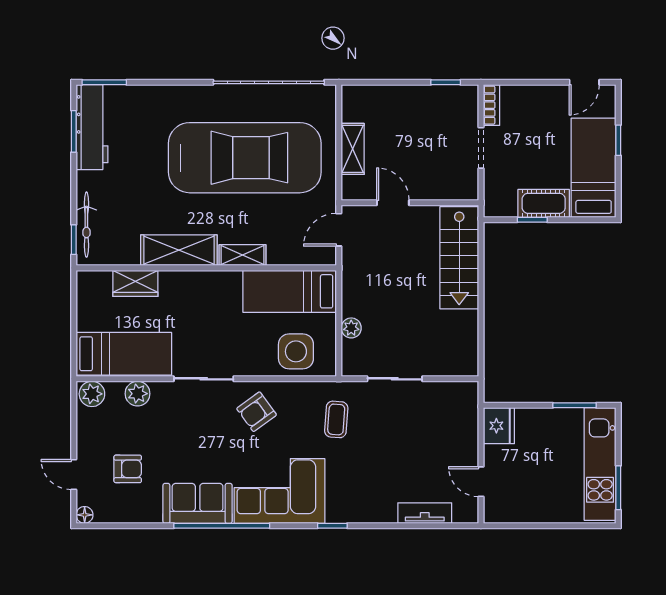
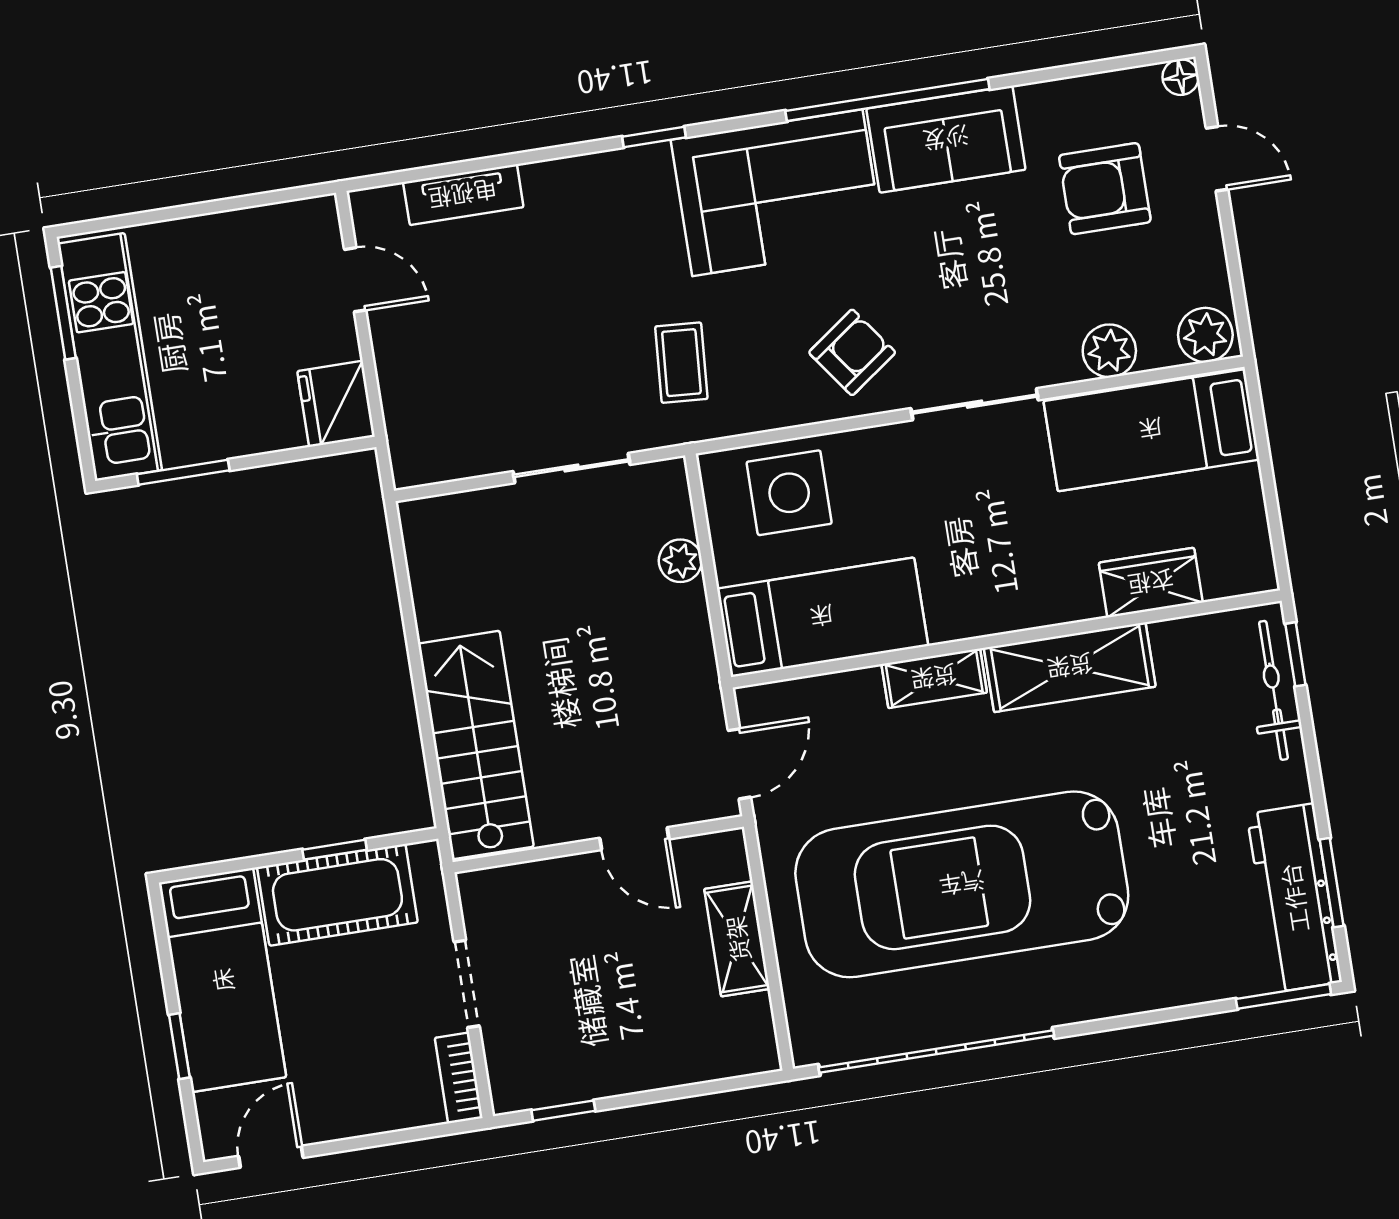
cot: (544, 203) -> (337, 895), width x1.37, depth x1.34
armchair: (128, 469) -> (1105, 189), width x1.38, depth x1.38

